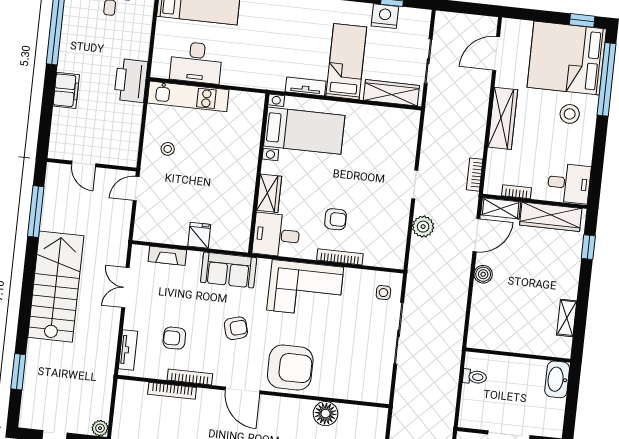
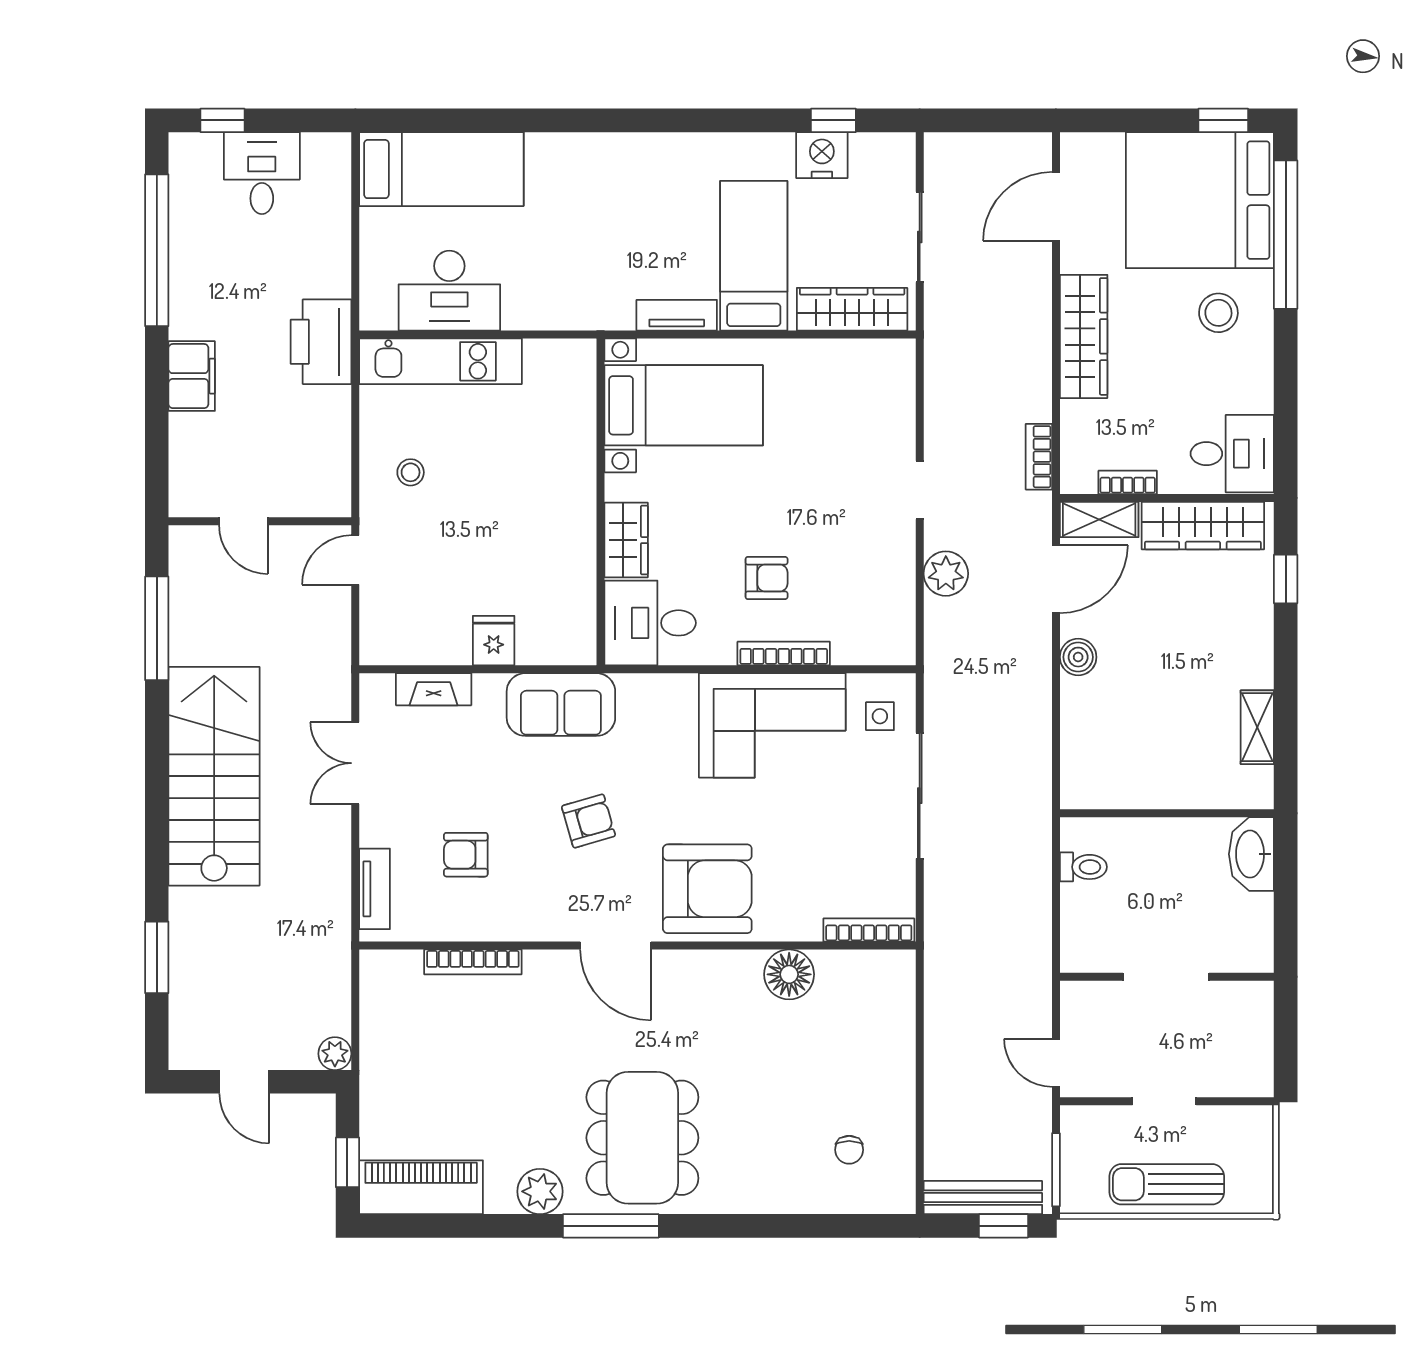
corner sofa: (305, 289) -> (772, 725), moved
bookcase: (190, 377) -> (869, 930), moved

